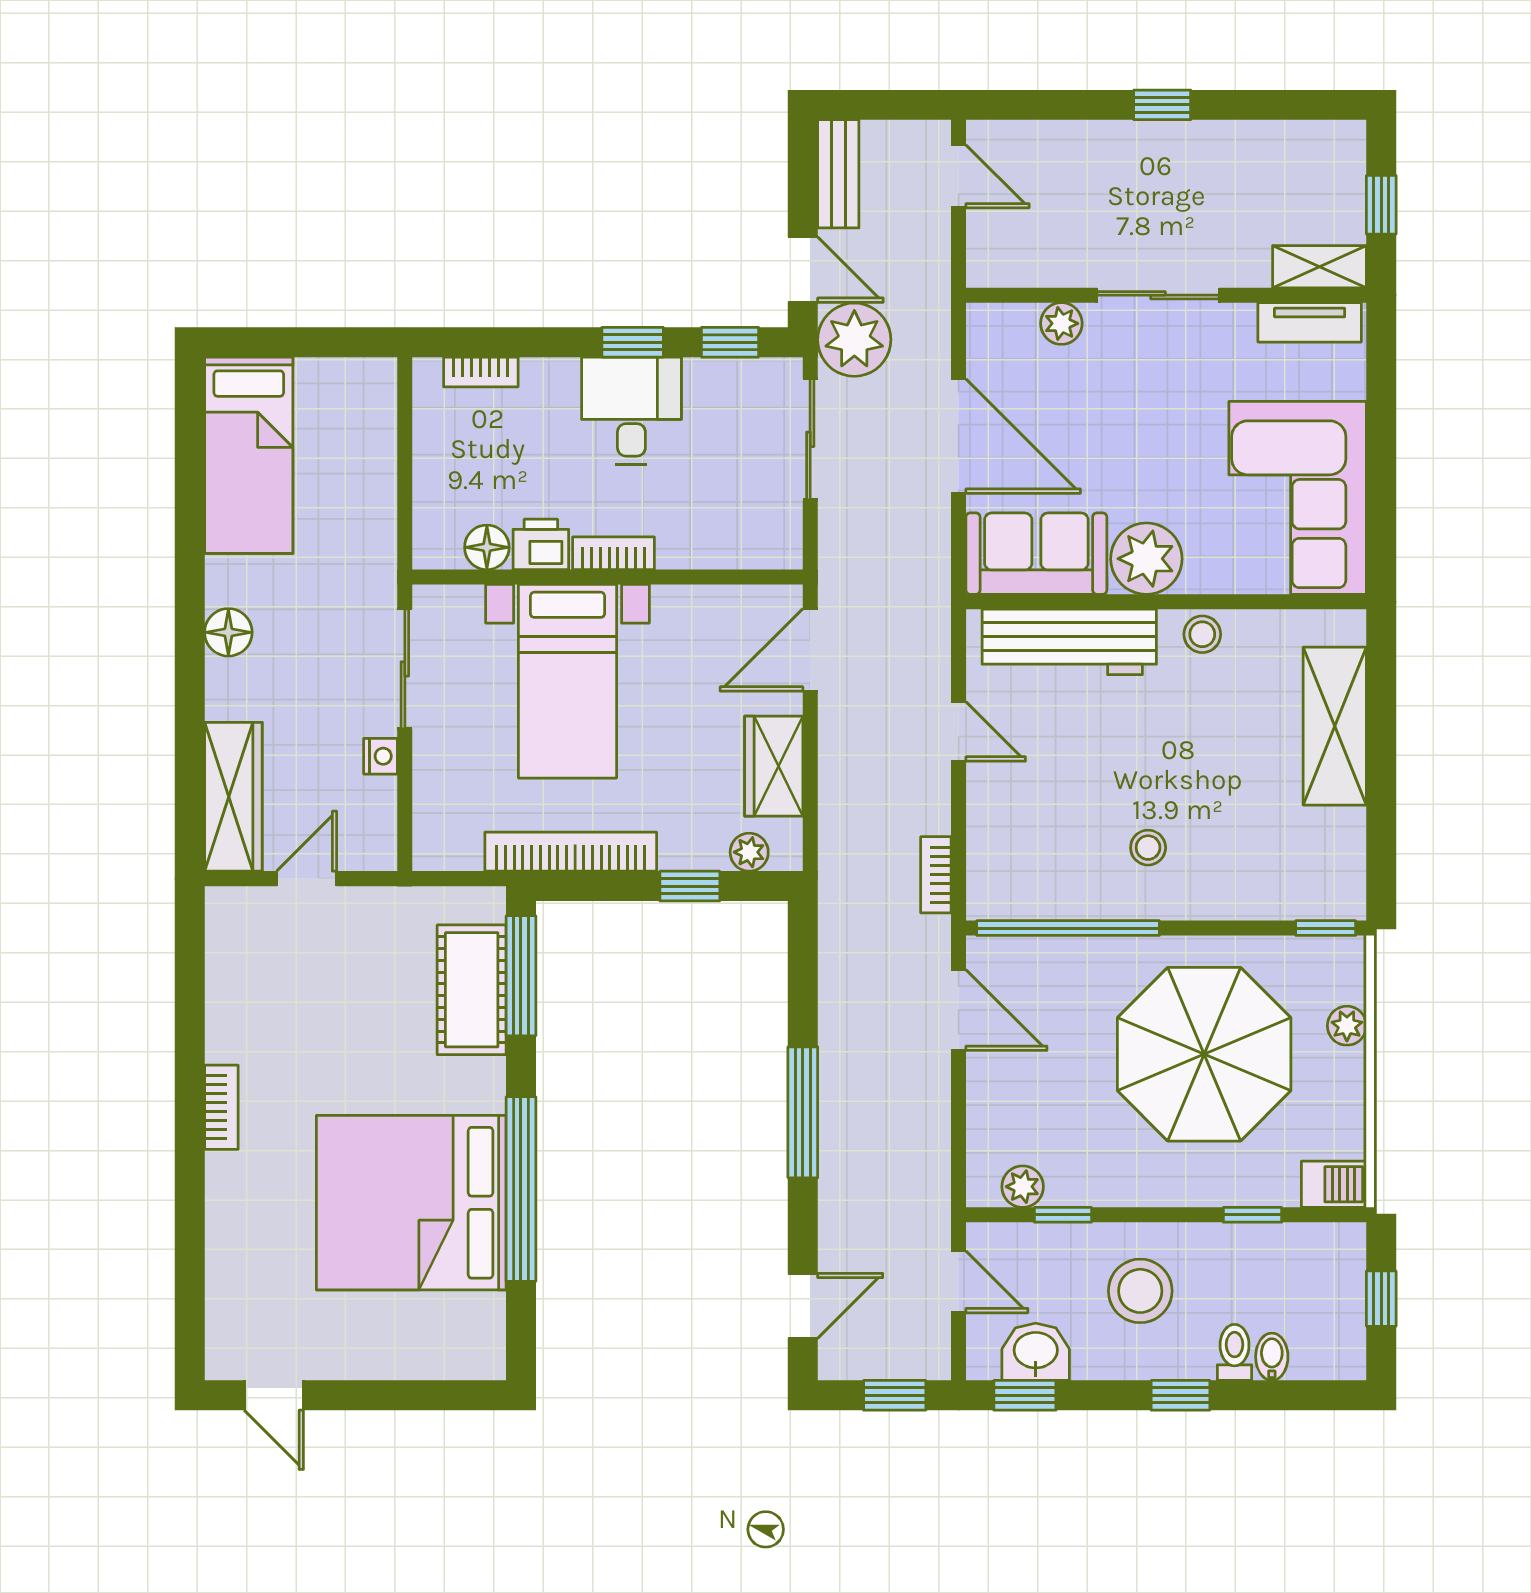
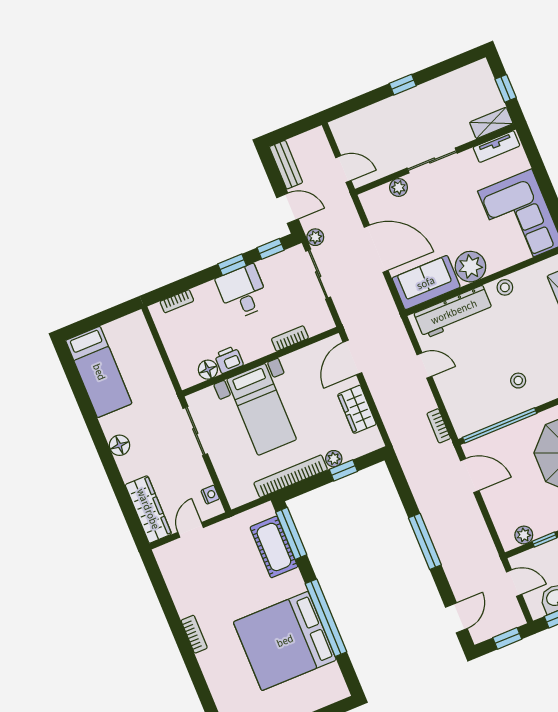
door: (959, 176) -> (343, 169), moved
plant: (854, 340) -> (315, 237), width x0.53, depth x0.53
bookcase: (613, 553) -> (290, 339), moved
nightstand: (381, 756) -> (210, 495), moved
plant: (749, 852) -> (334, 459), moved

